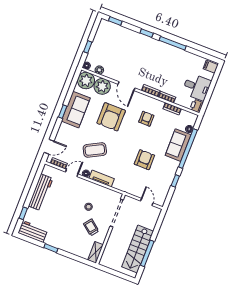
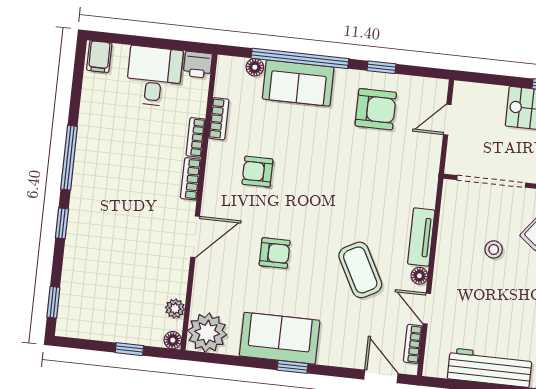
plant: (102, 86) -> (211, 292), removed
armchair: (111, 117) -> (275, 253), width x0.53, depth x0.53
armchair: (144, 160) -> (376, 109), moved, turned 180

